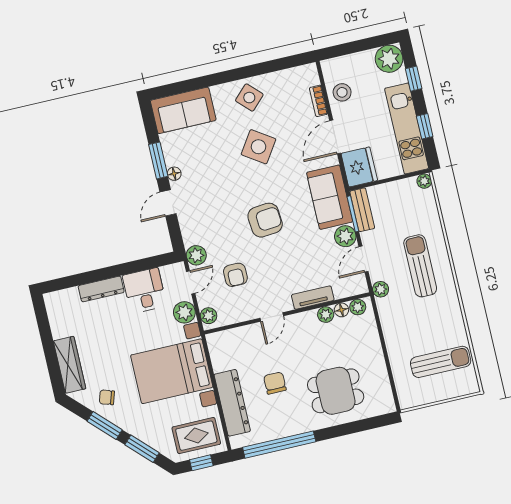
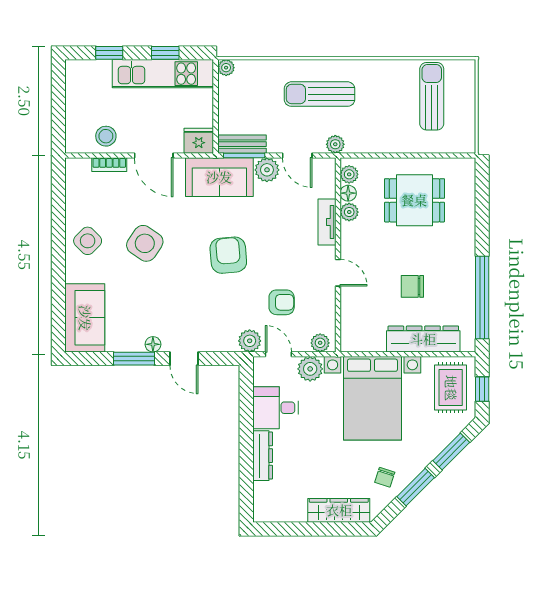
plant: (389, 59) -> (81, 75), removed
fridge: (359, 167) -> (199, 141), width x0.73, depth x0.75
dining table: (336, 391) -> (414, 200), moved, turned 90

